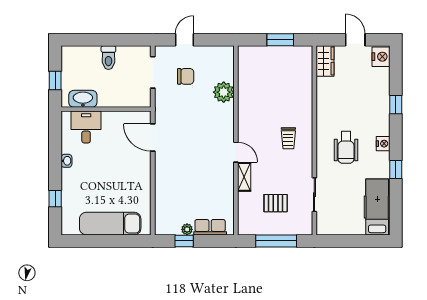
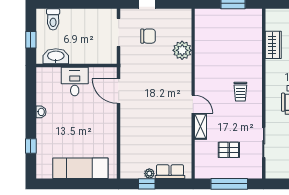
toilet: (108, 58) -> (53, 19), moved
wardrobe: (325, 61) -> (273, 45), moved
desk: (86, 127) -> (75, 82), moved

